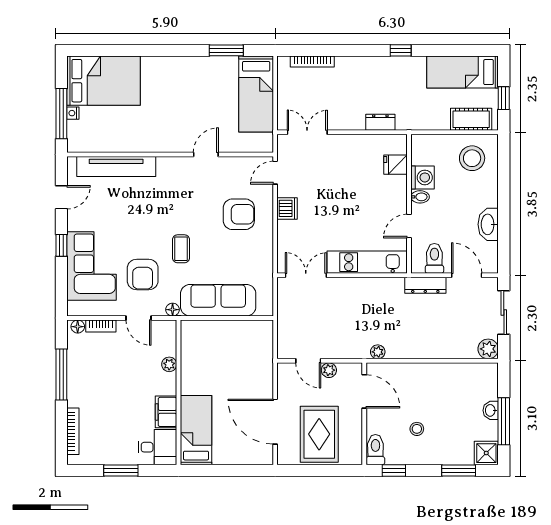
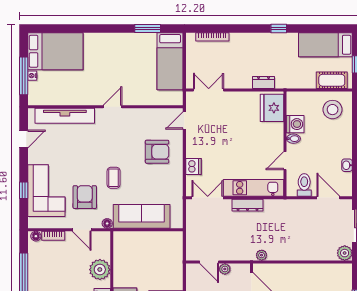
door: (206, 155) -> (112, 107), moved
fridge: (396, 165) -> (272, 108), width x1.88, depth x1.34
dishwasher: (287, 208) -> (193, 167), moved
washbasin: (488, 224) -> (347, 165), width x0.52, depth x0.69
window: (61, 245) -> (24, 190), moved
armchair: (143, 275) -> (85, 197), turned 180
dresser: (425, 285) -> (247, 205), moved
plant: (169, 364) -> (100, 270), width x1.88, depth x1.88

